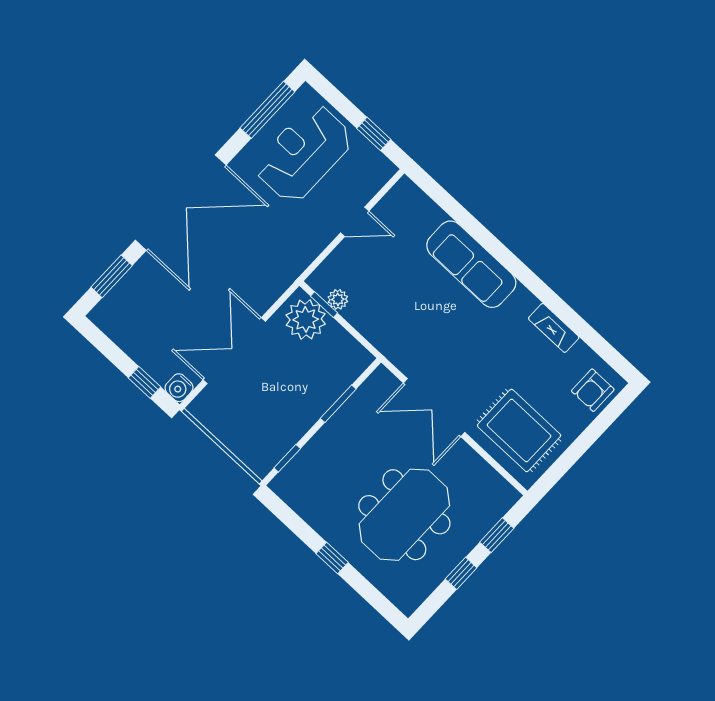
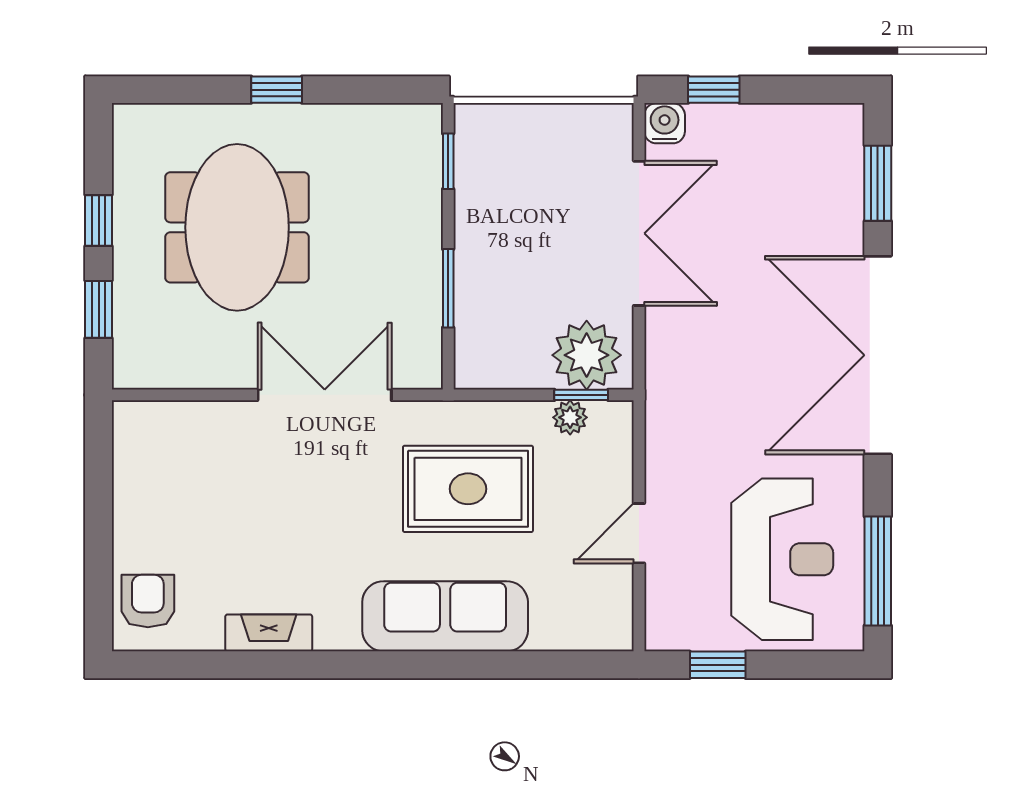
rug: (519, 430) -> (468, 489), moved

